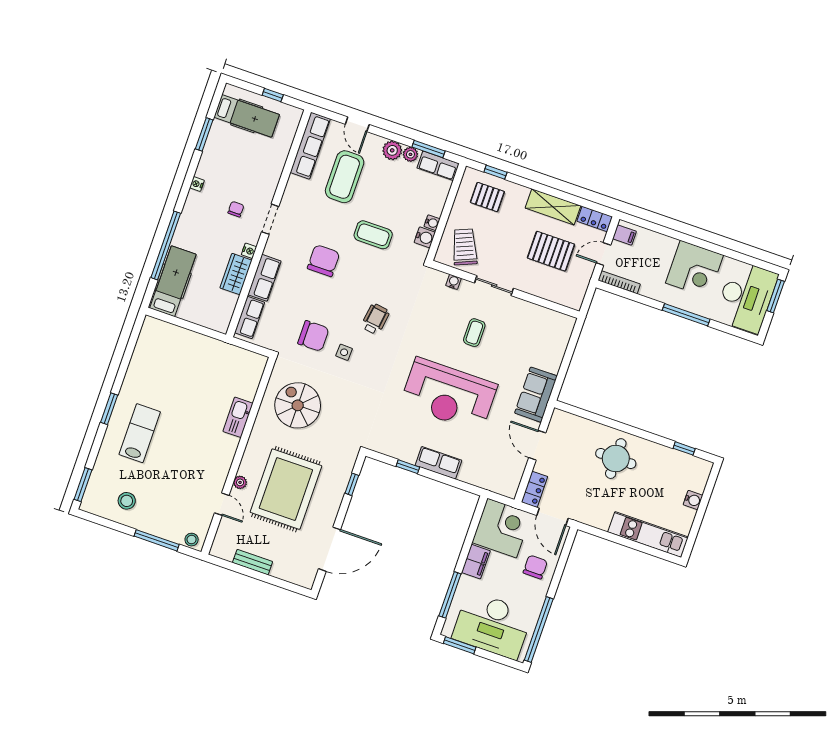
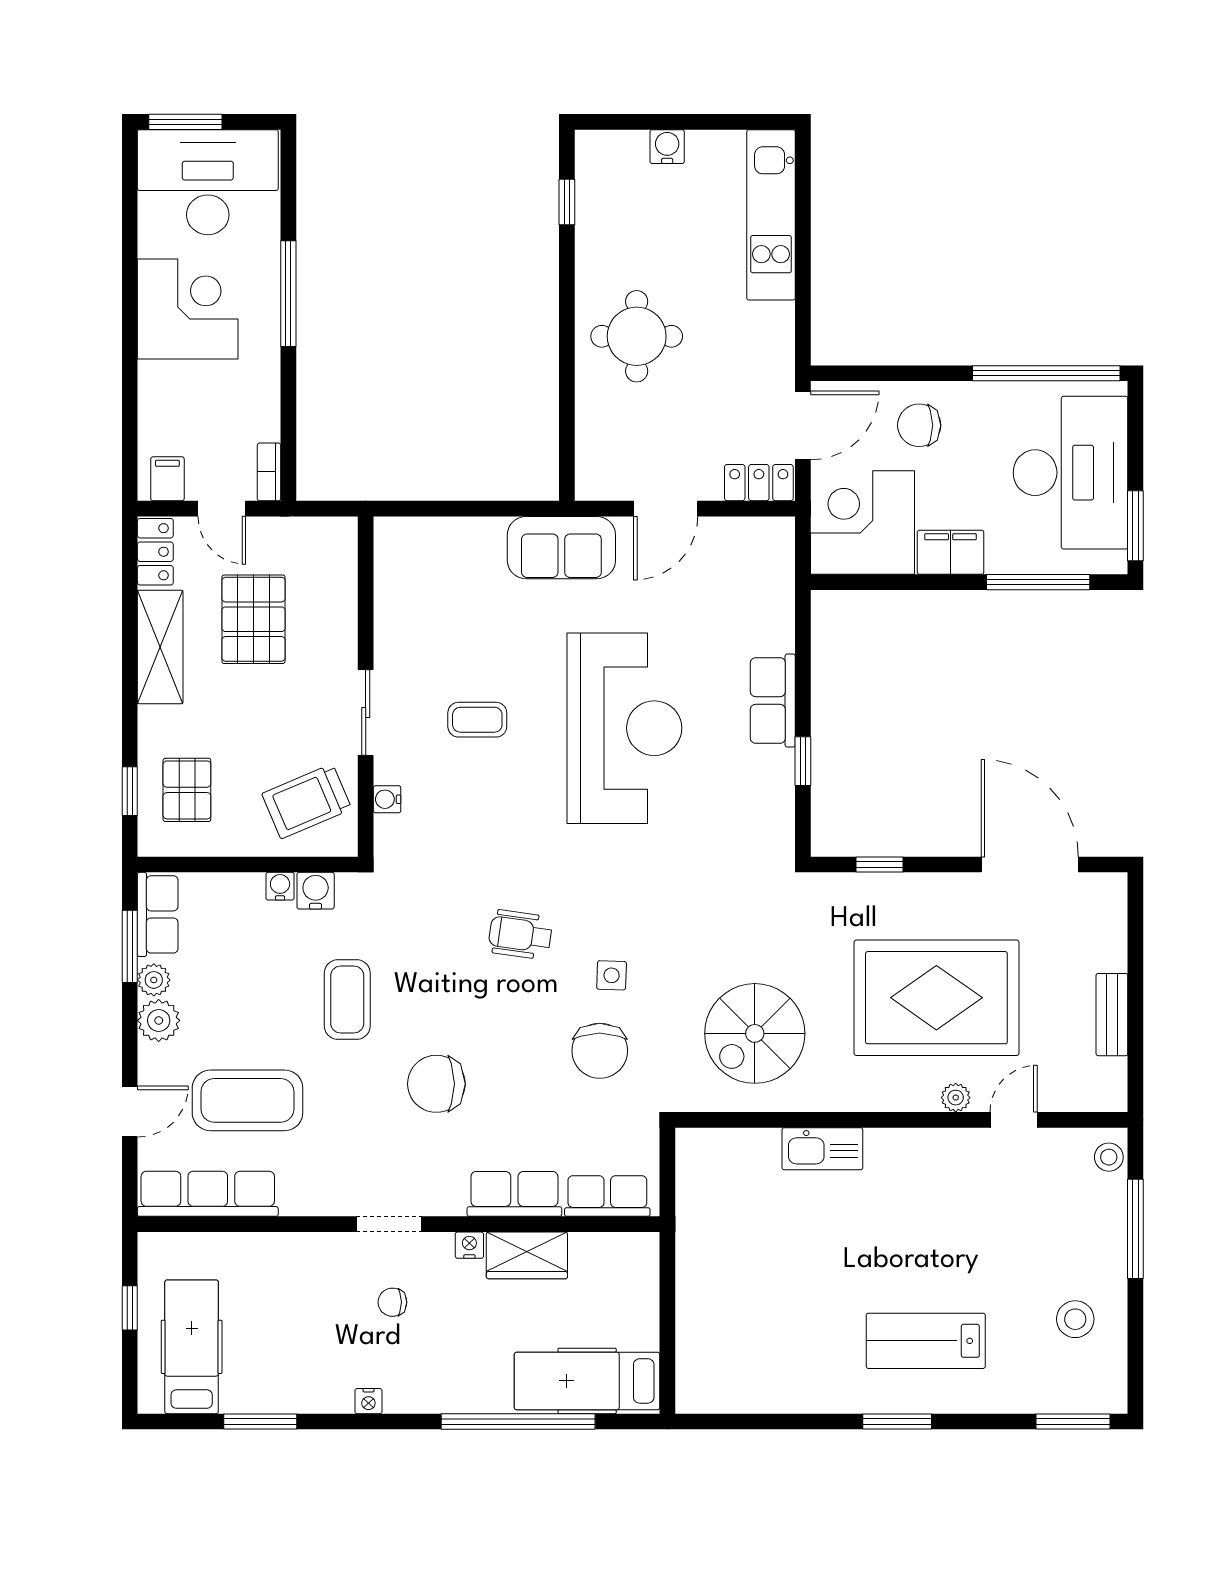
bookcase: (619, 282) -> (269, 472), width x0.64
chair: (313, 336) -> (600, 1051), turned 180

